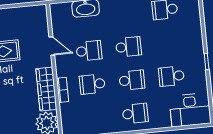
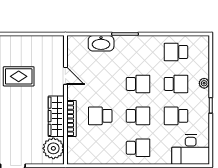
plant: (197, 39) -> (204, 83), added
school desk: (89, 51) -> (176, 84), moved
bookcase: (63, 90) -> (71, 119), width x1.56

